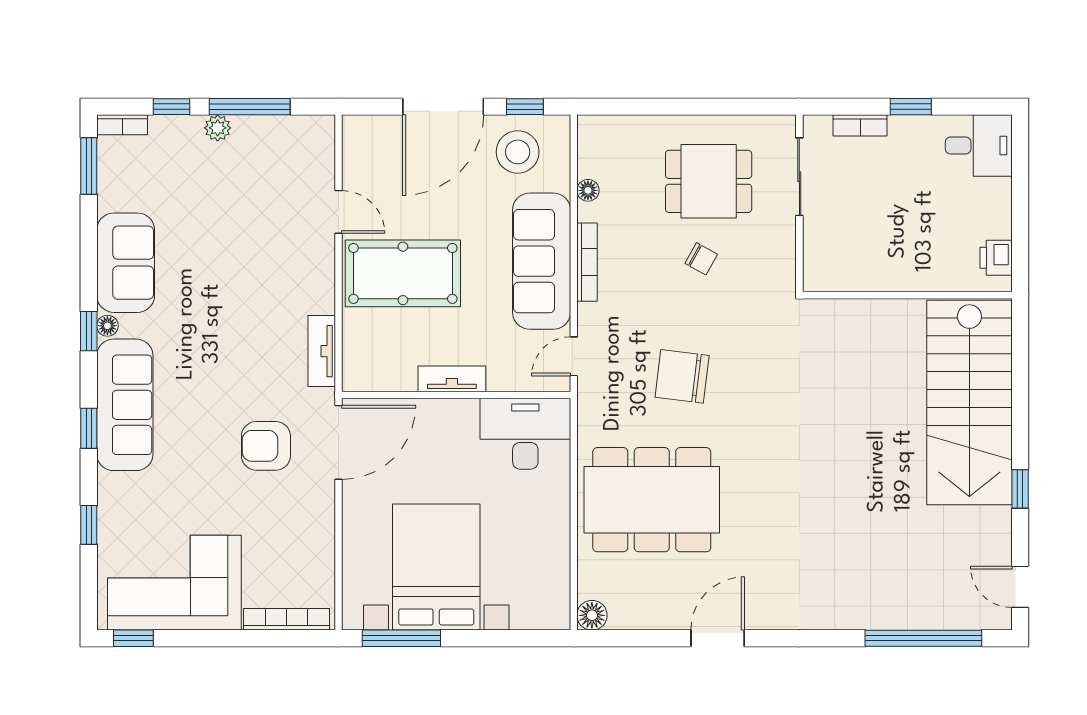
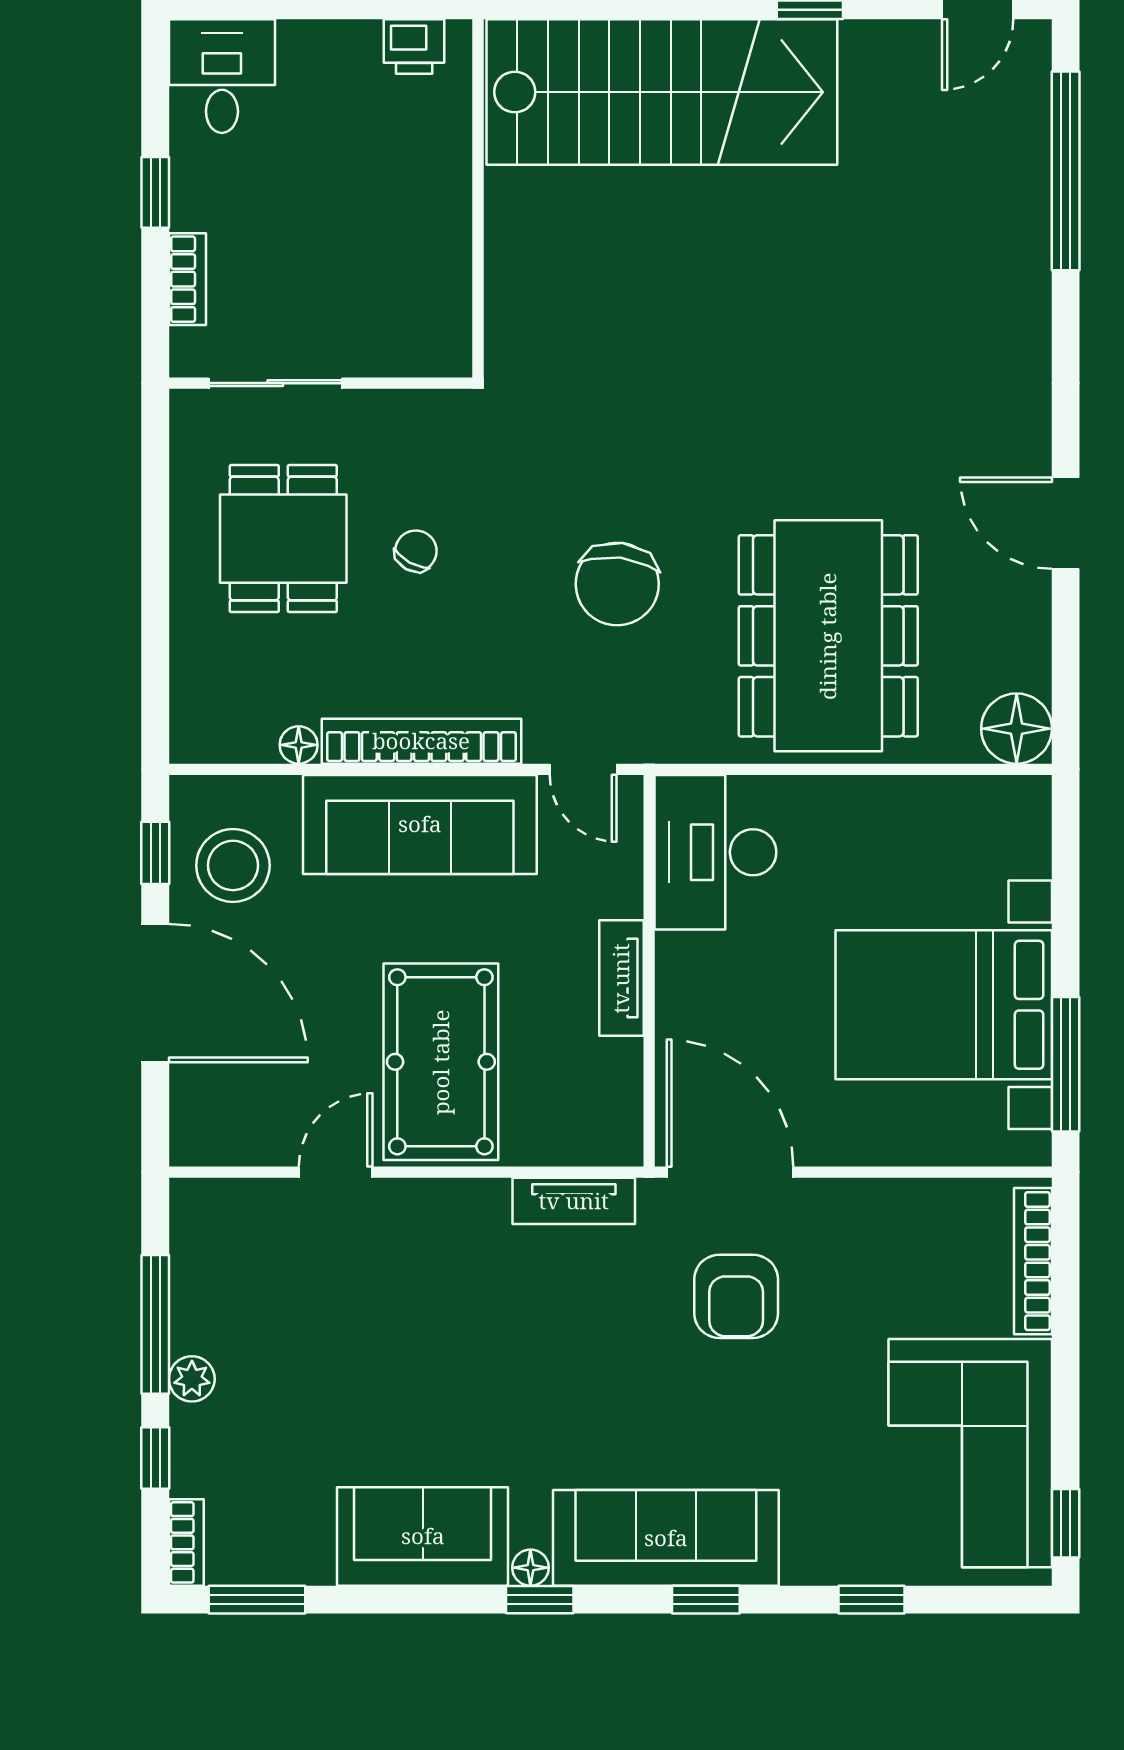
bookcase: (587, 262) -> (421, 741), width x1.48, depth x1.31
floor lamp: (592, 615) -> (1017, 729), width x1.38, depth x1.38

